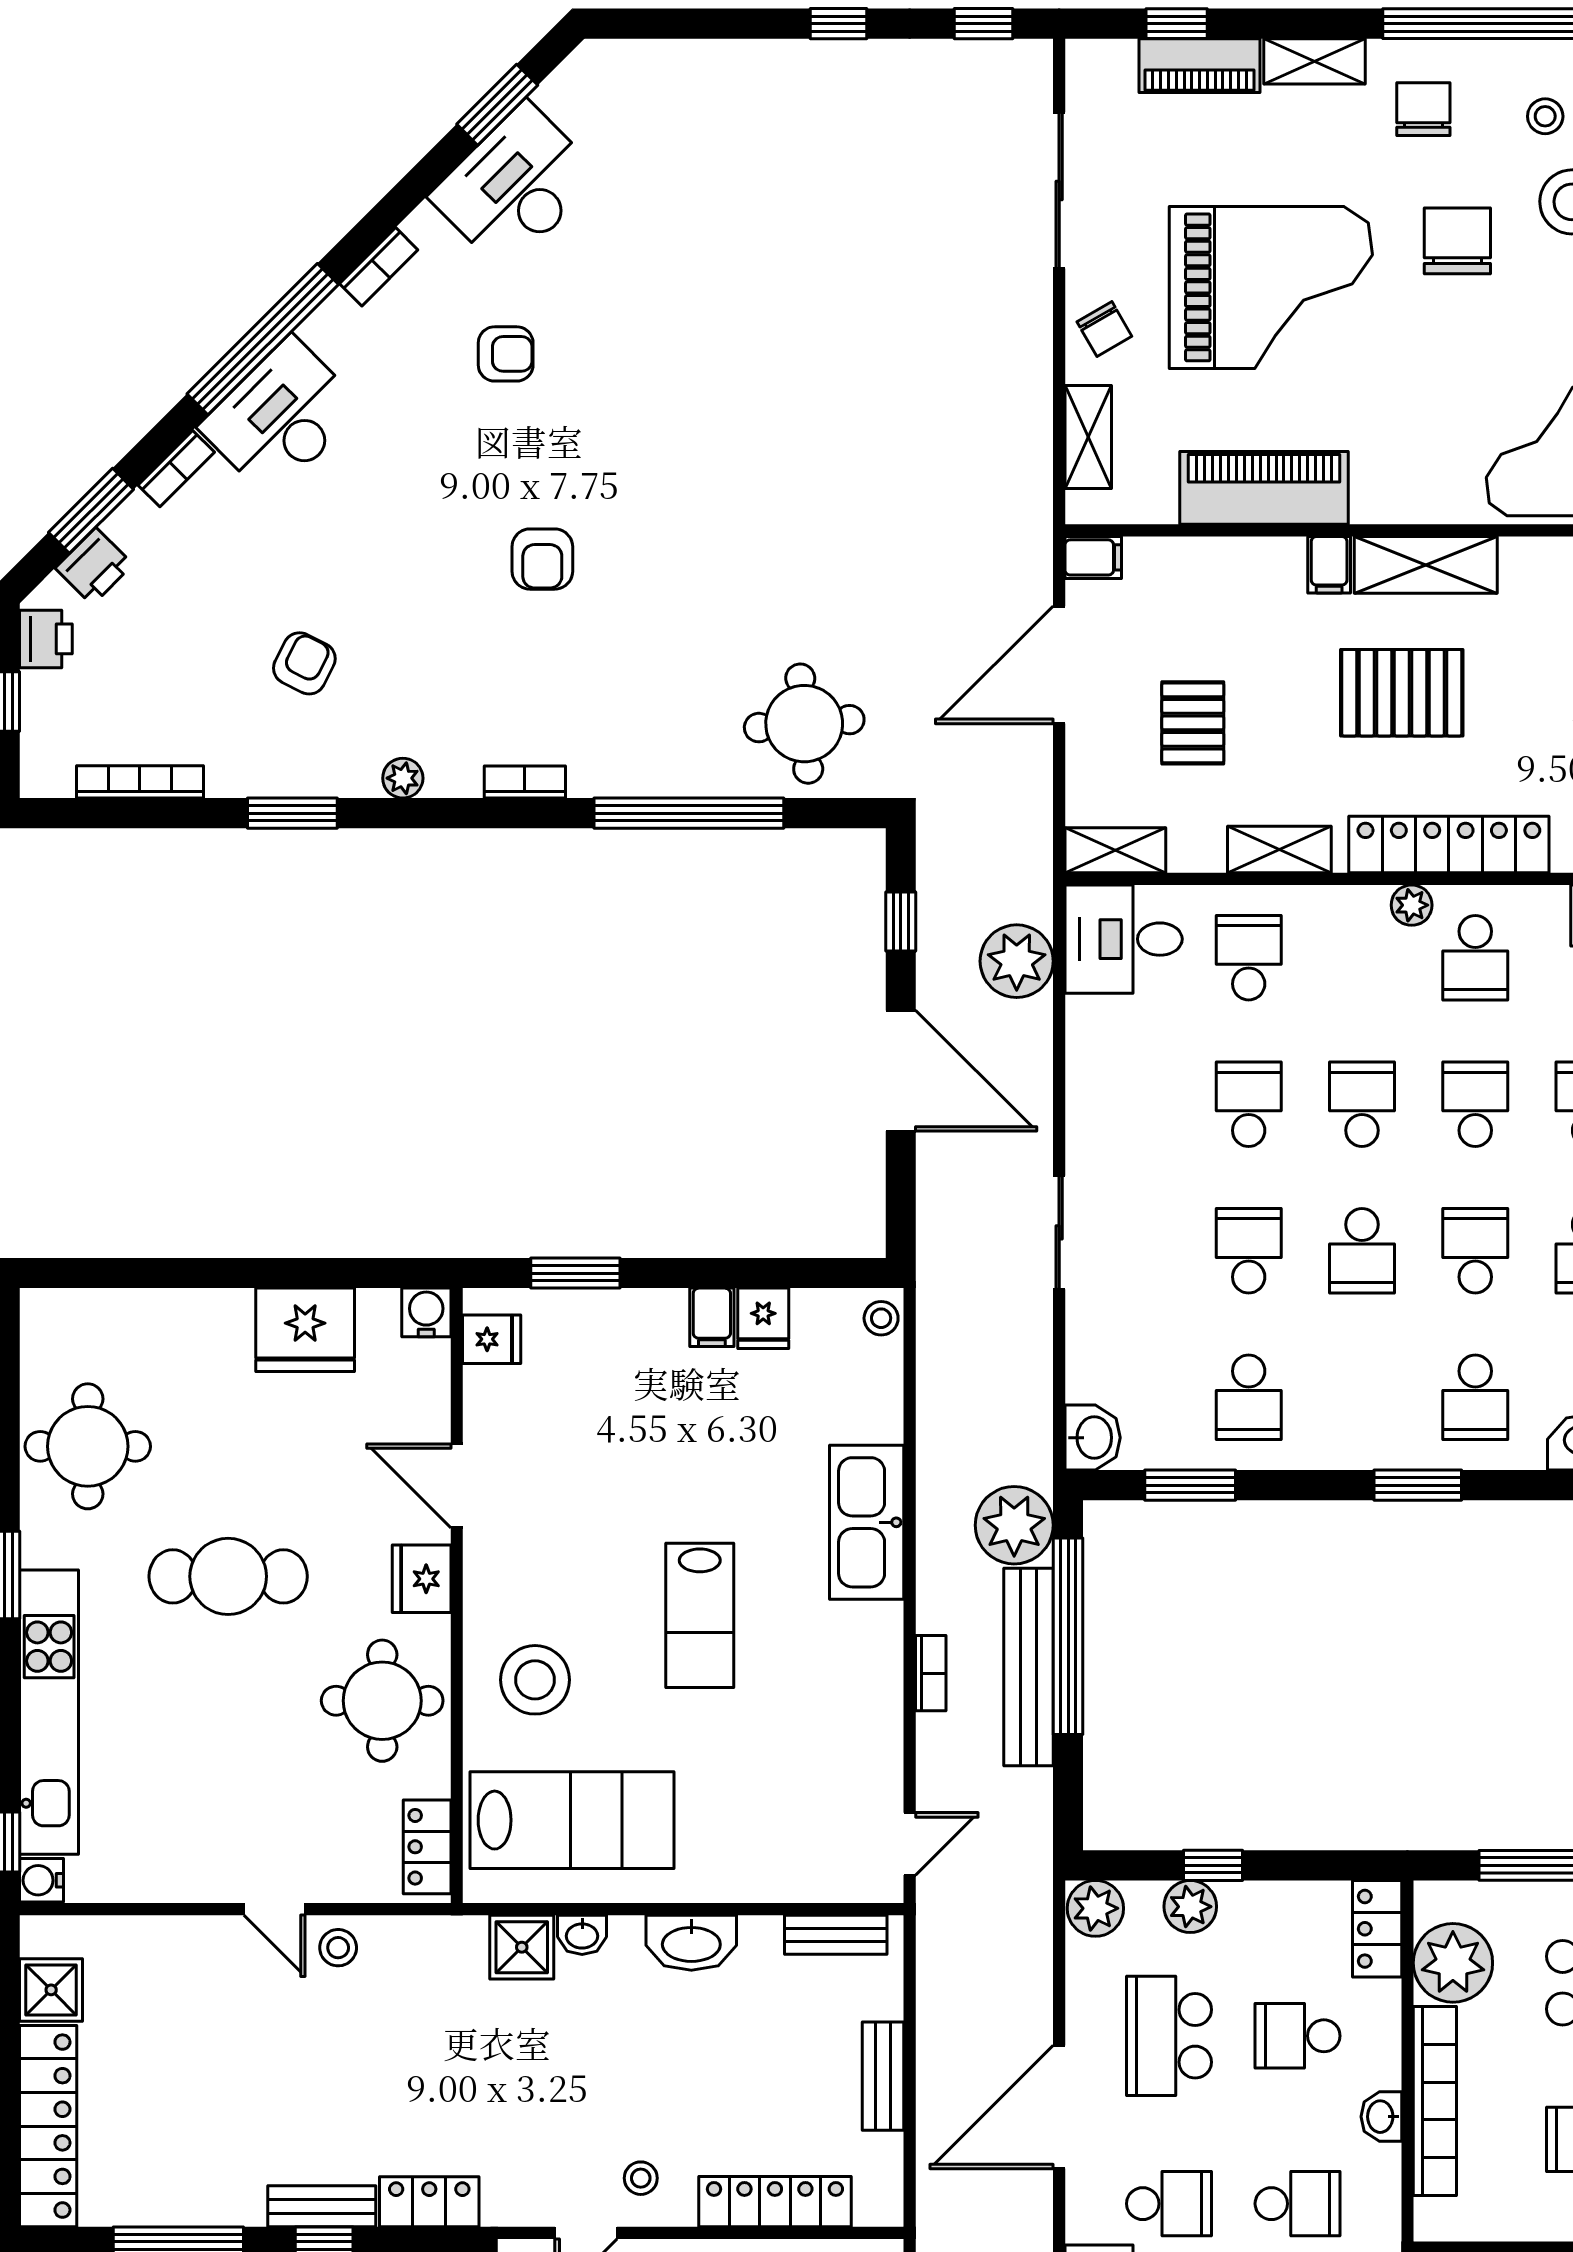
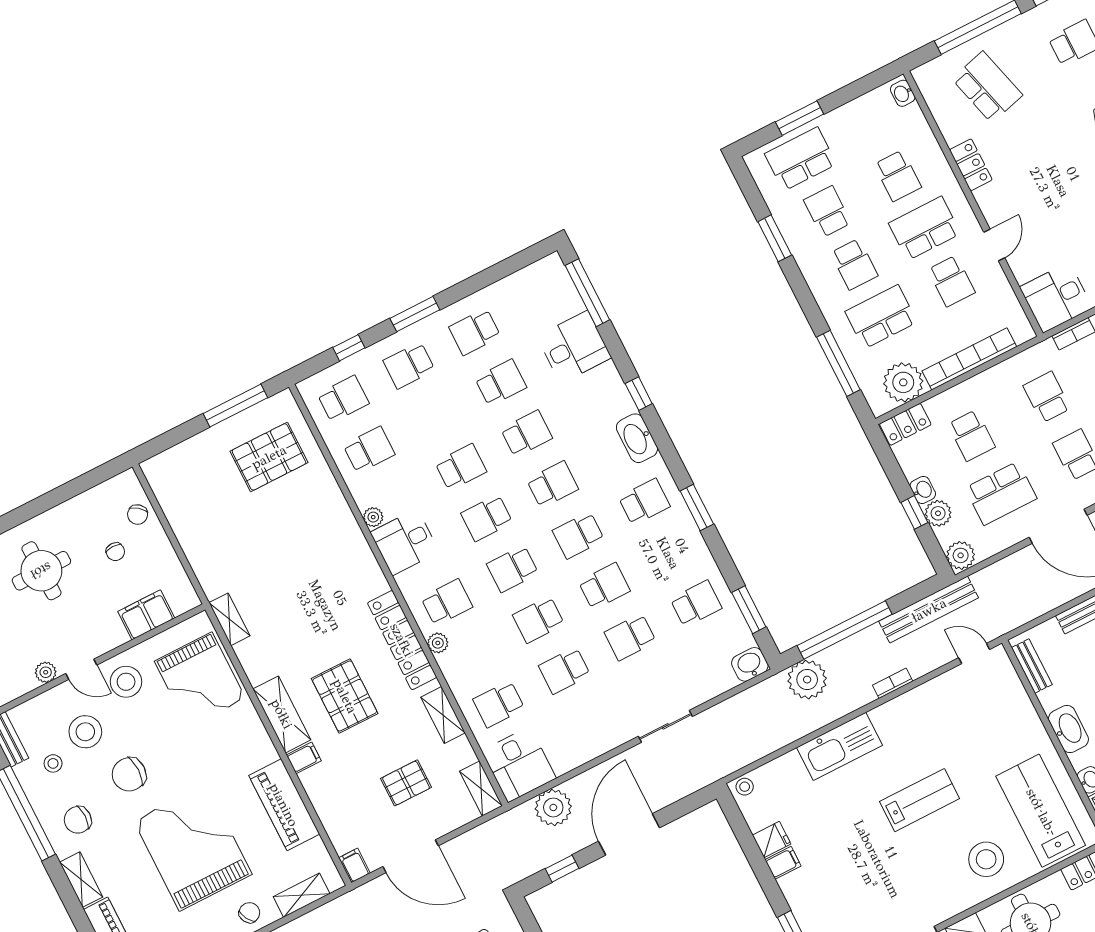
bench: (1028, 1667) -> (929, 610), moved
washbasin: (1381, 2117) -> (923, 490), moved, turned -90

